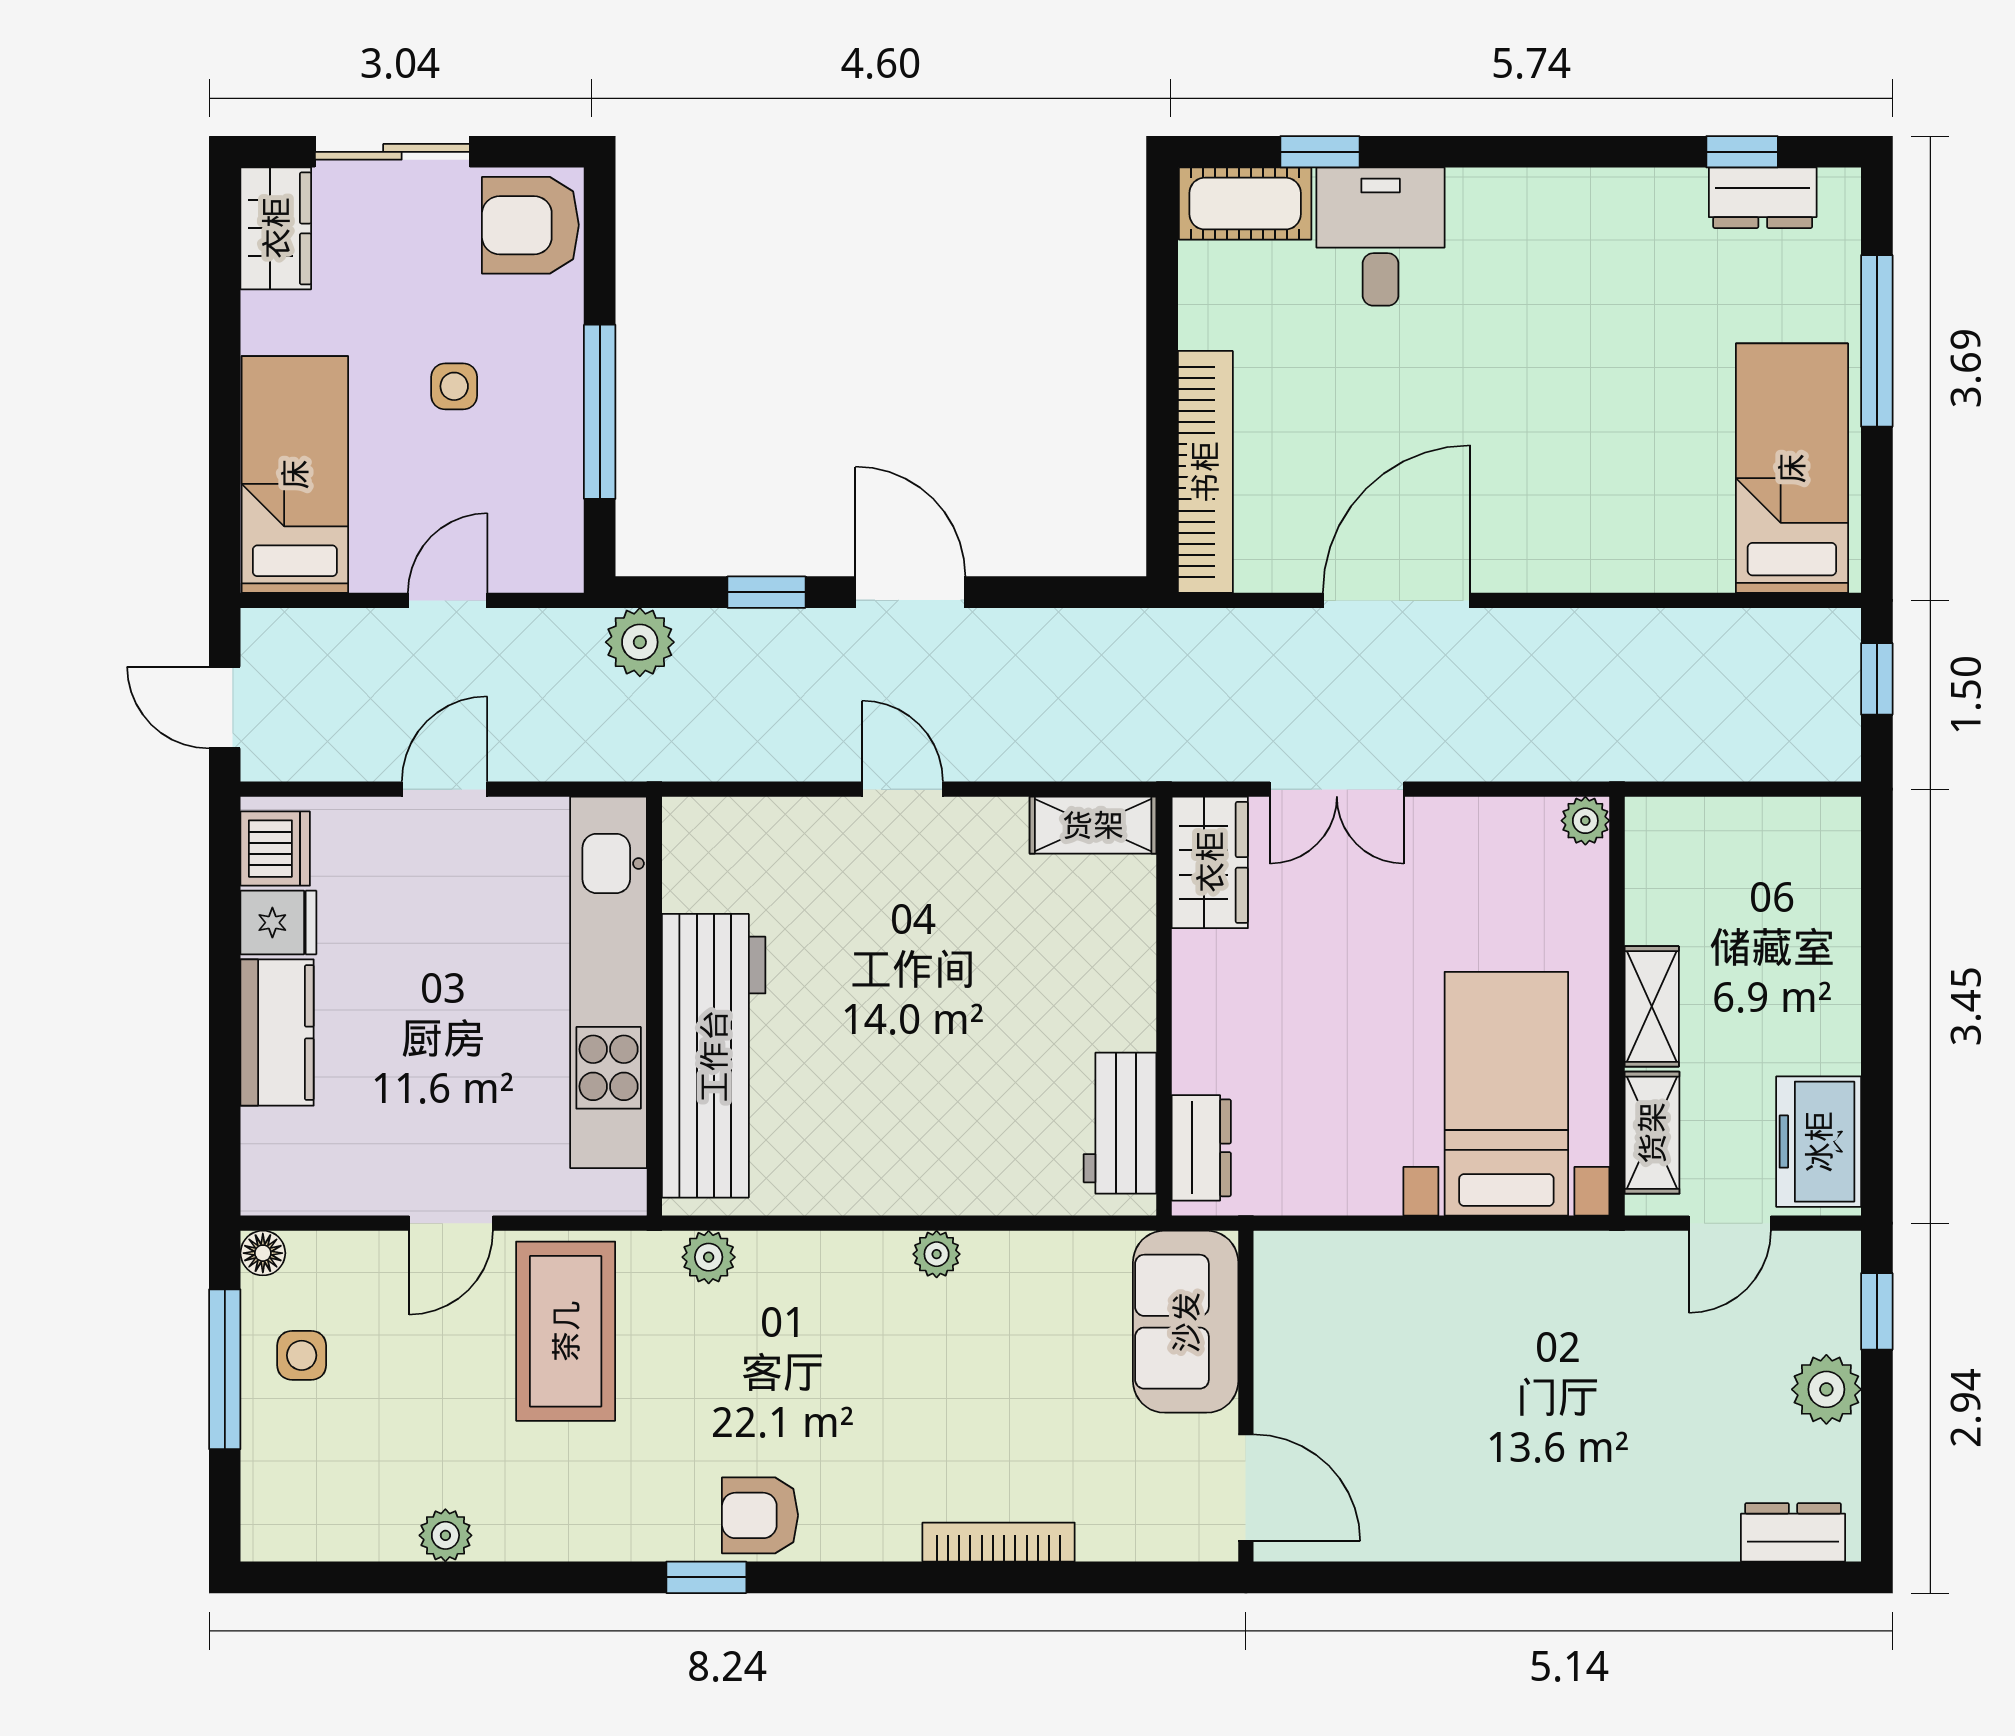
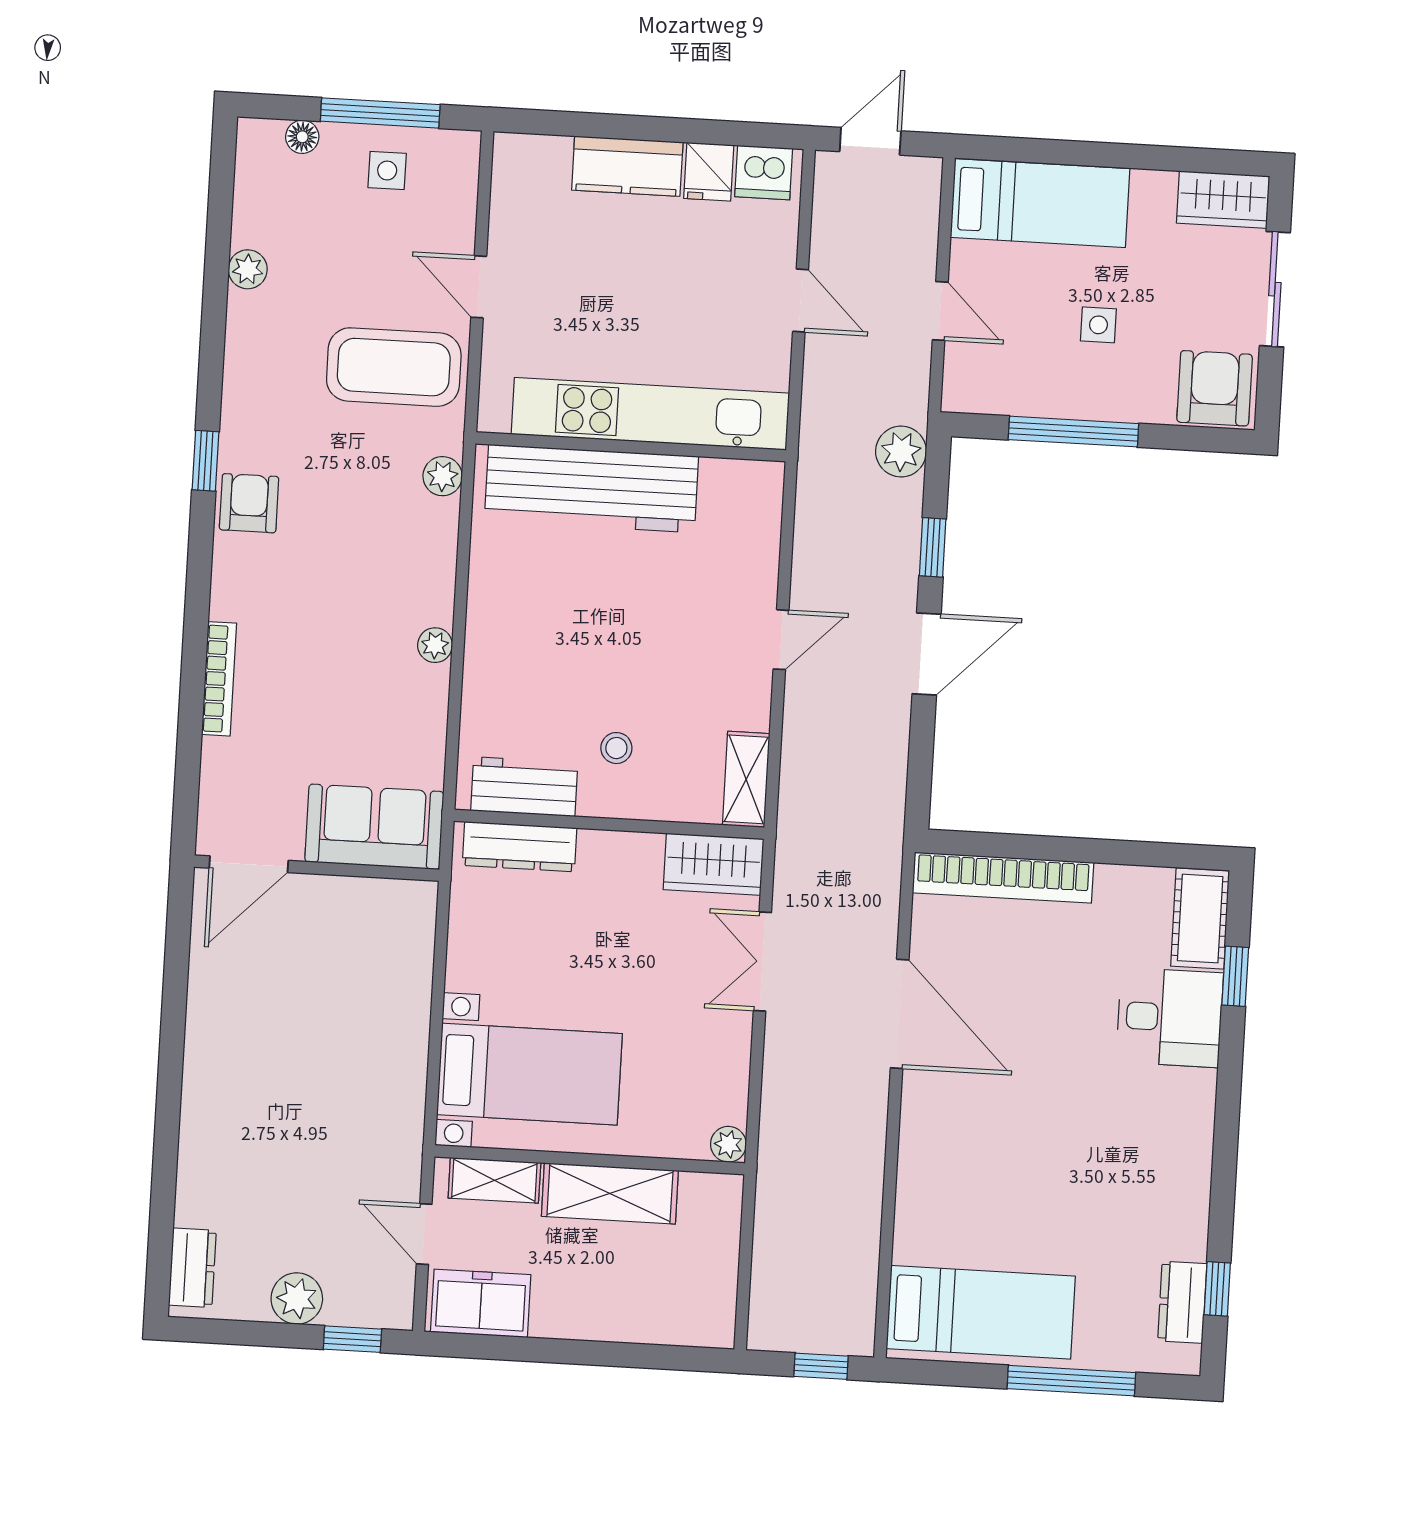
stool: (1061, 1002) -> (616, 748), added
shelving: (1652, 1006) -> (610, 1193), width x1.50, depth x1.33
dresser: (1201, 1148) -> (520, 847), width x1.44
floor lamp: (263, 1253) -> (302, 137), moved

